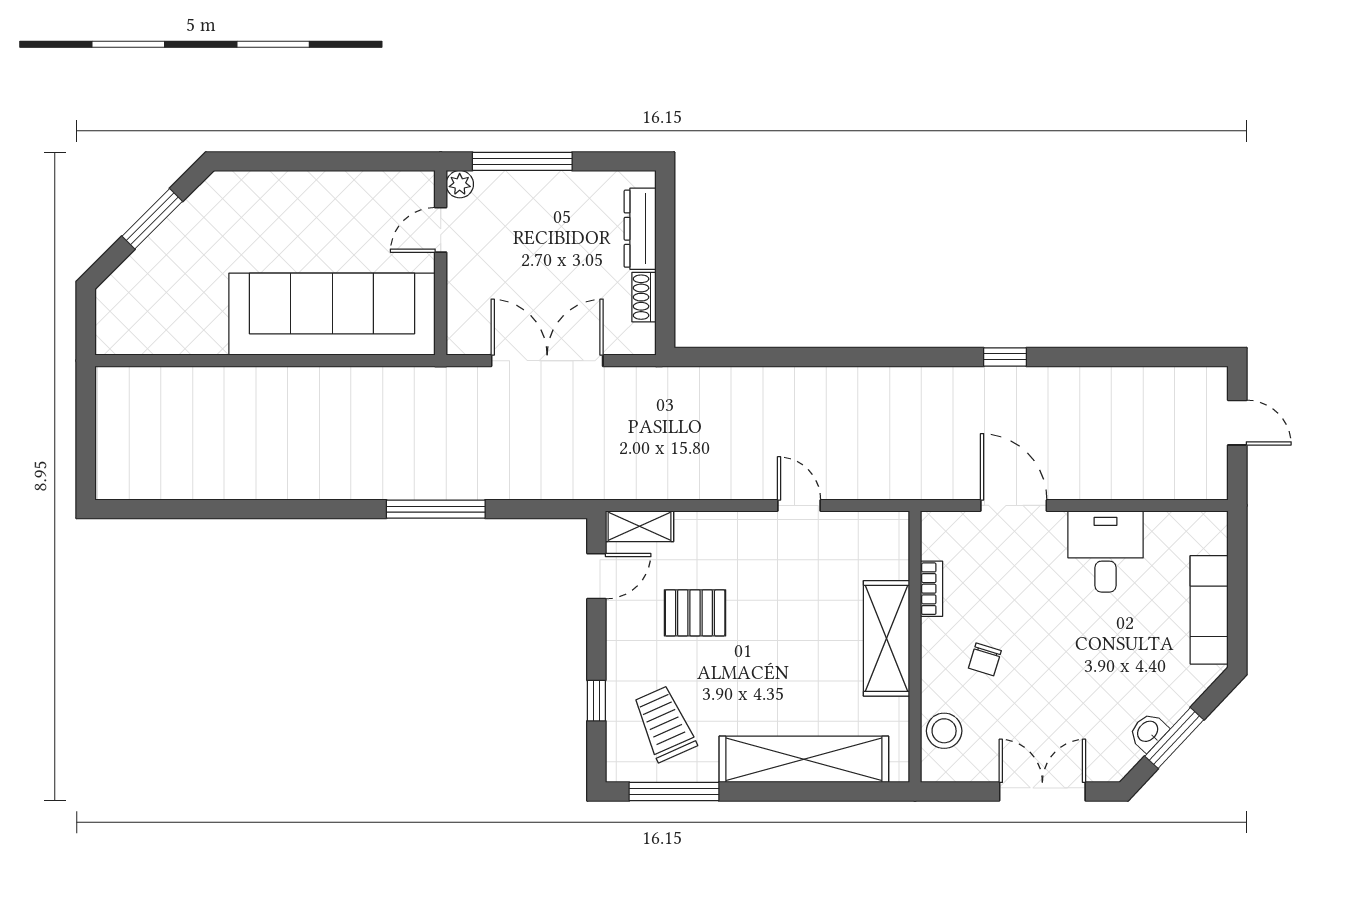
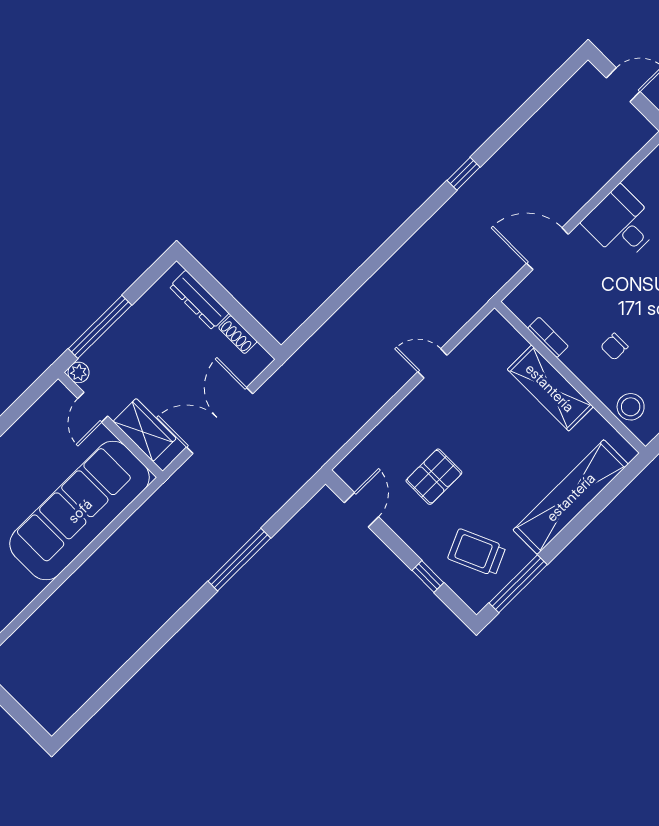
wardrobe: (468, 299) -> (145, 430), added
shelving: (640, 526) -> (358, 460), removed
chair: (985, 659) -> (614, 347), turned 73

